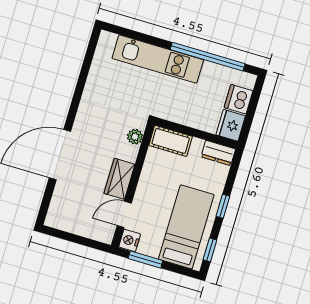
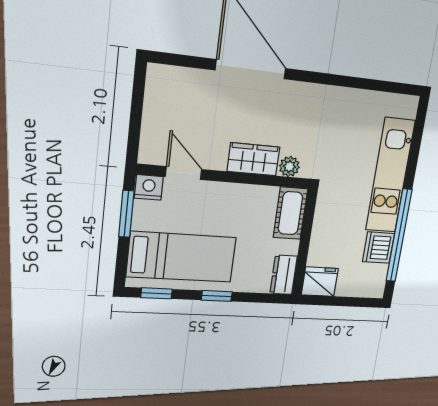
dishwasher: (239, 99) -> (378, 248), moved, turned -90
wardrobe: (119, 179) -> (253, 159), moved

